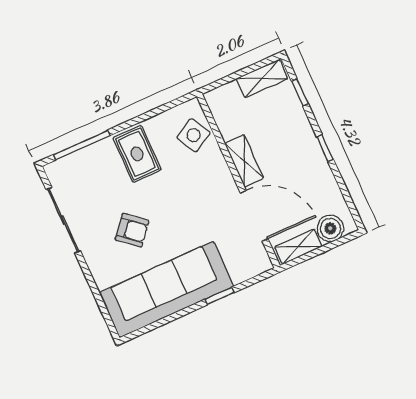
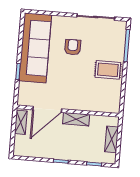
shelving: (262, 78) -> (112, 139), moved
side table: (194, 135) -> (102, 102), removed
boiler: (330, 228) -> (21, 142), removed
armchair: (132, 230) -> (73, 47), turned 140

